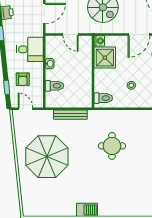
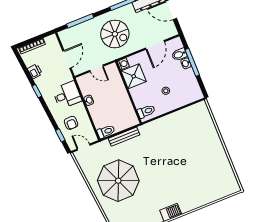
toilet: (54, 86) -> (106, 132), moved
round table: (112, 146) -> (170, 149), removed

